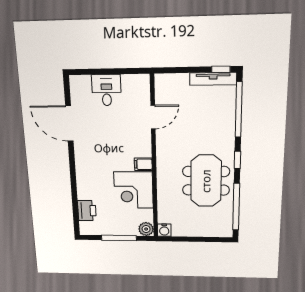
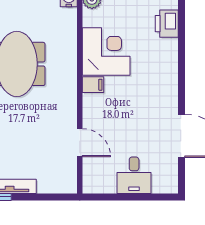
door: (153, 117) -> (80, 143), swing flipped

